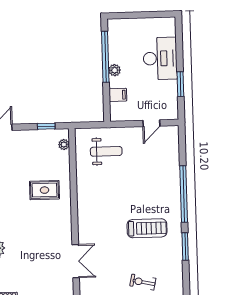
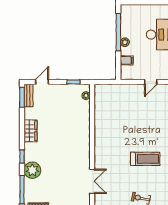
weight bench: (106, 151) -> (117, 102), removed
rug: (44, 190) -> (71, 129), removed

